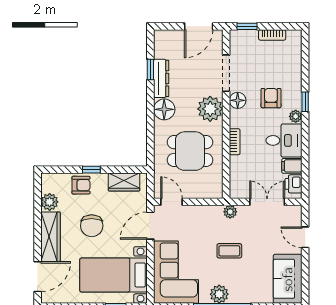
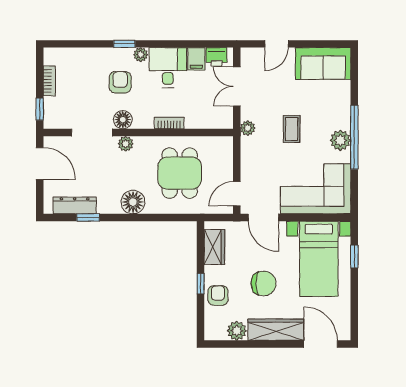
dresser: (161, 78) -> (75, 205), moved
armchair: (271, 98) -> (120, 82), turned 90
plant: (210, 109) -> (126, 144), width x0.53, depth x0.53

